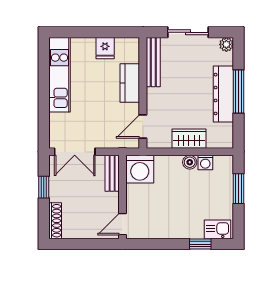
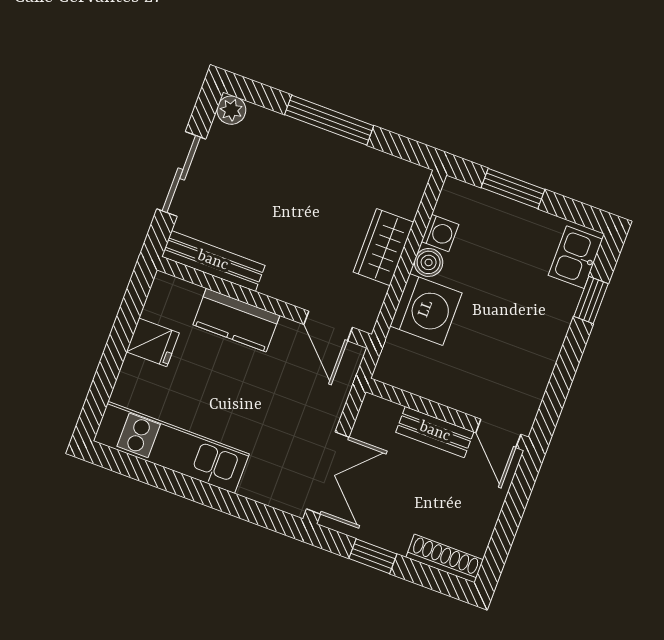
dresser: (223, 94) -> (323, 151), removed
washing machine: (140, 169) -> (426, 309), moved
bench: (112, 173) -> (435, 432), moved

